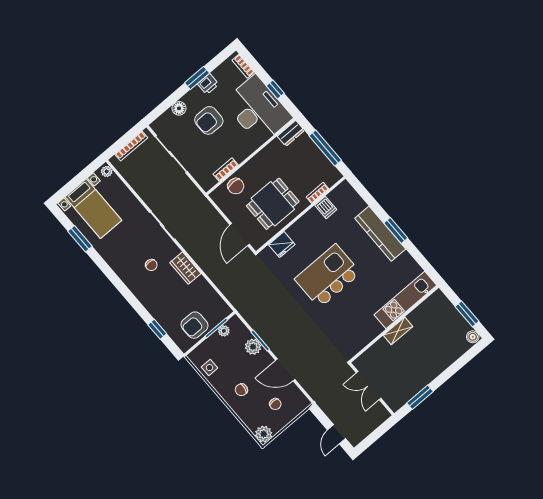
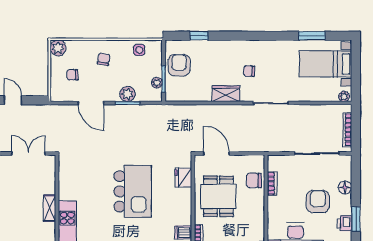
door: (285, 370) -> (91, 103), swing flipped

